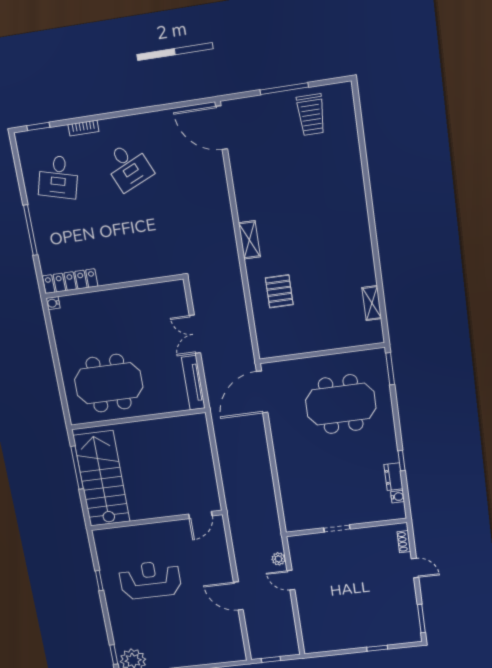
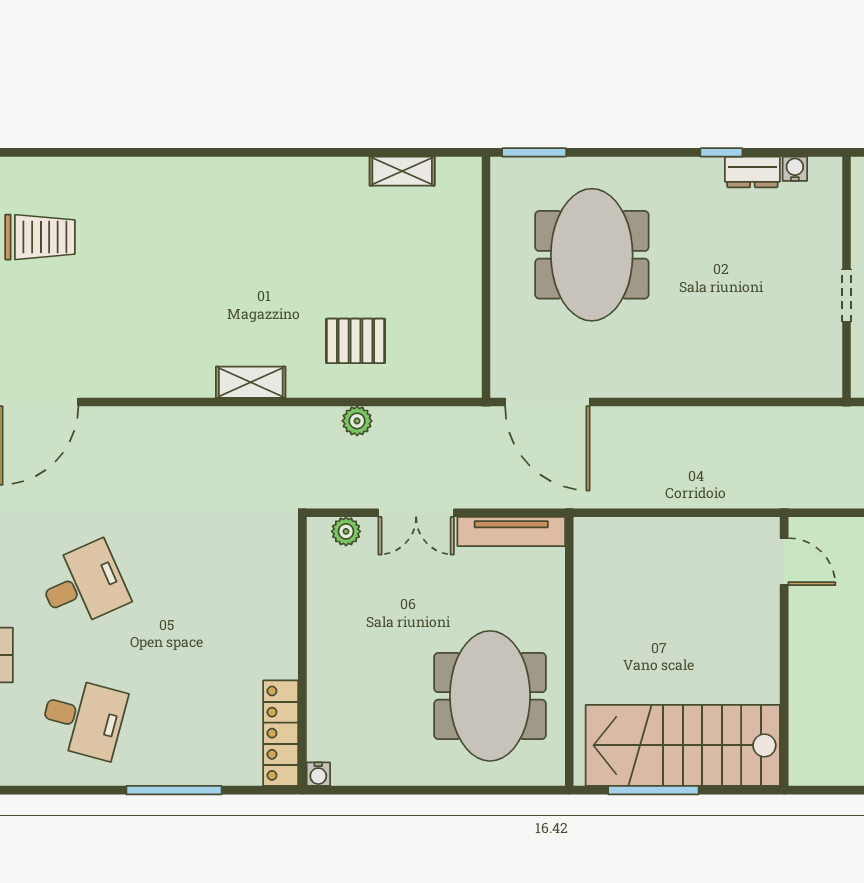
plant: (238, 298) -> (357, 421), added
plant: (180, 300) -> (346, 531), added

